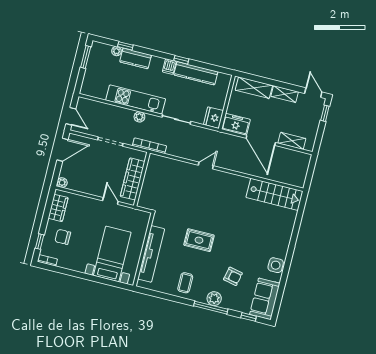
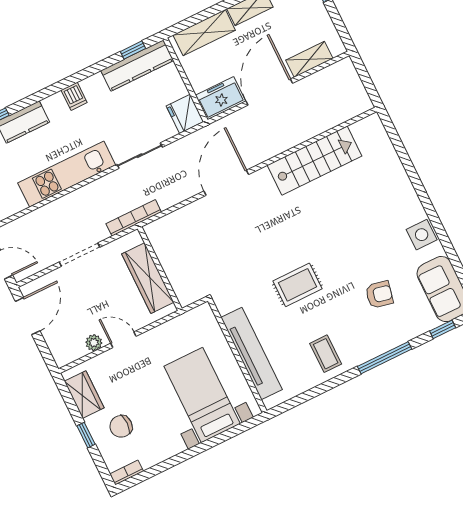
window: (181, 60) -> (133, 50), moved
kitchen counter: (196, 73) -> (137, 65), moved
plant: (139, 117) -> (90, 192), removed
door: (261, 140) -> (269, 92), swing flipped
door: (206, 165) -> (226, 183), width x1.88
plant: (62, 183) -> (94, 343), moved
stairs: (274, 194) -> (315, 161), moved
door: (110, 201) -> (123, 340), moved
window: (40, 242) -> (86, 435), moved
plant: (214, 299) -> (379, 343), removed

